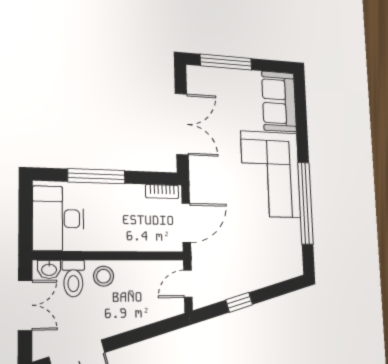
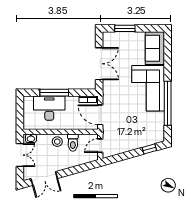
window: (226, 62) -> (125, 28), width x0.69
desk: (58, 219) -> (49, 108), moved, turned 90
door: (186, 223) -> (100, 115), swing flipped
toilet: (73, 278) -> (73, 143), moved
window: (239, 302) -> (149, 149), moved

